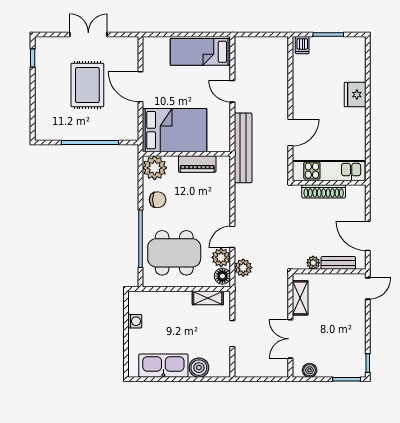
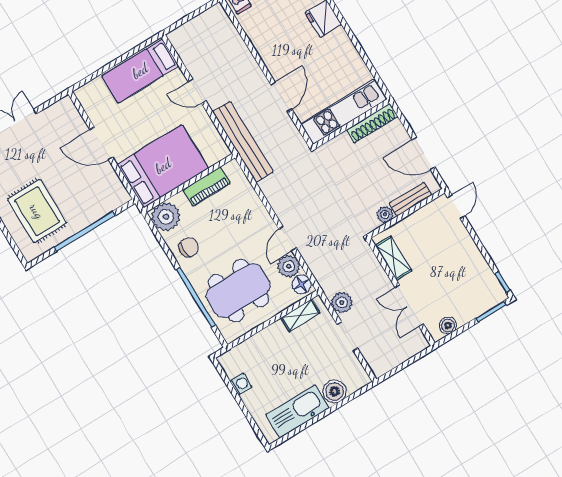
rug: (87, 85) -> (37, 211), moved
shoe rack: (324, 191) -> (372, 123), moved
plant: (243, 268) -> (342, 303), moved

